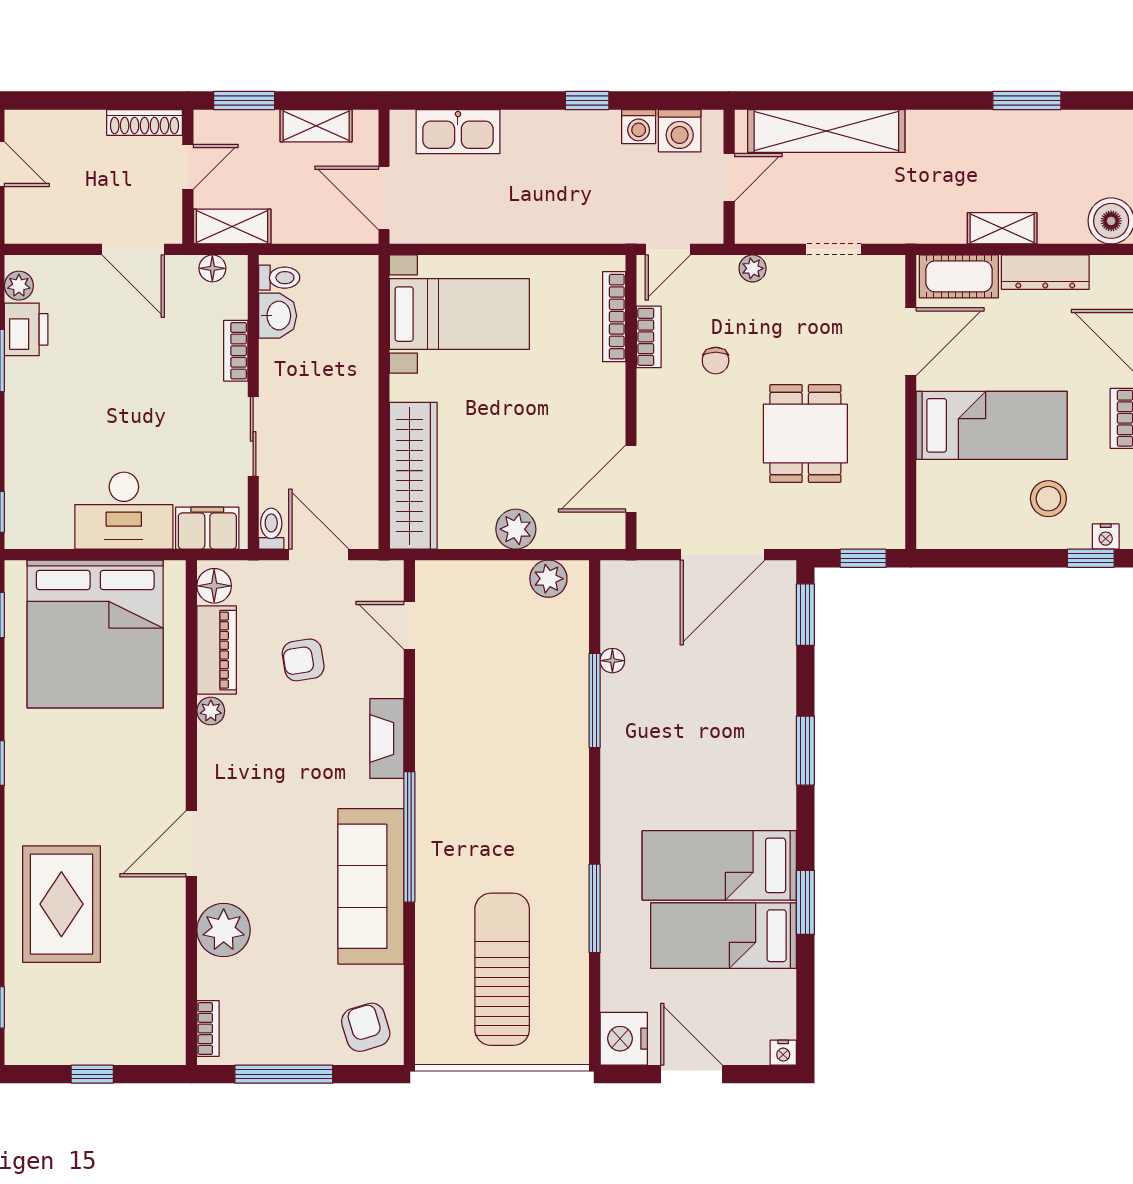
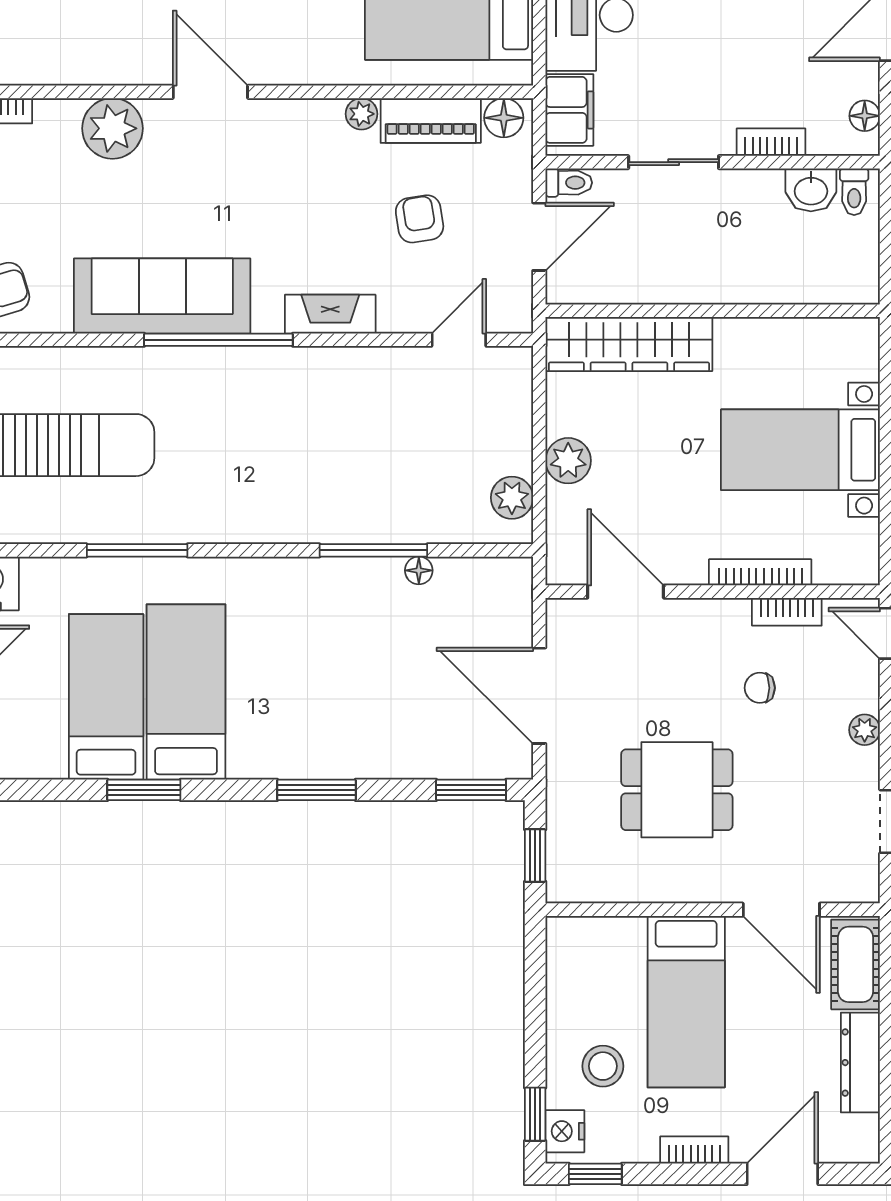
bed with nightstands: (459, 314) -> (800, 450), moved, turned 90
bookcase: (614, 317) -> (760, 572), moved
nightstand: (1106, 537) -> (565, 1131), width x1.39, depth x1.35

